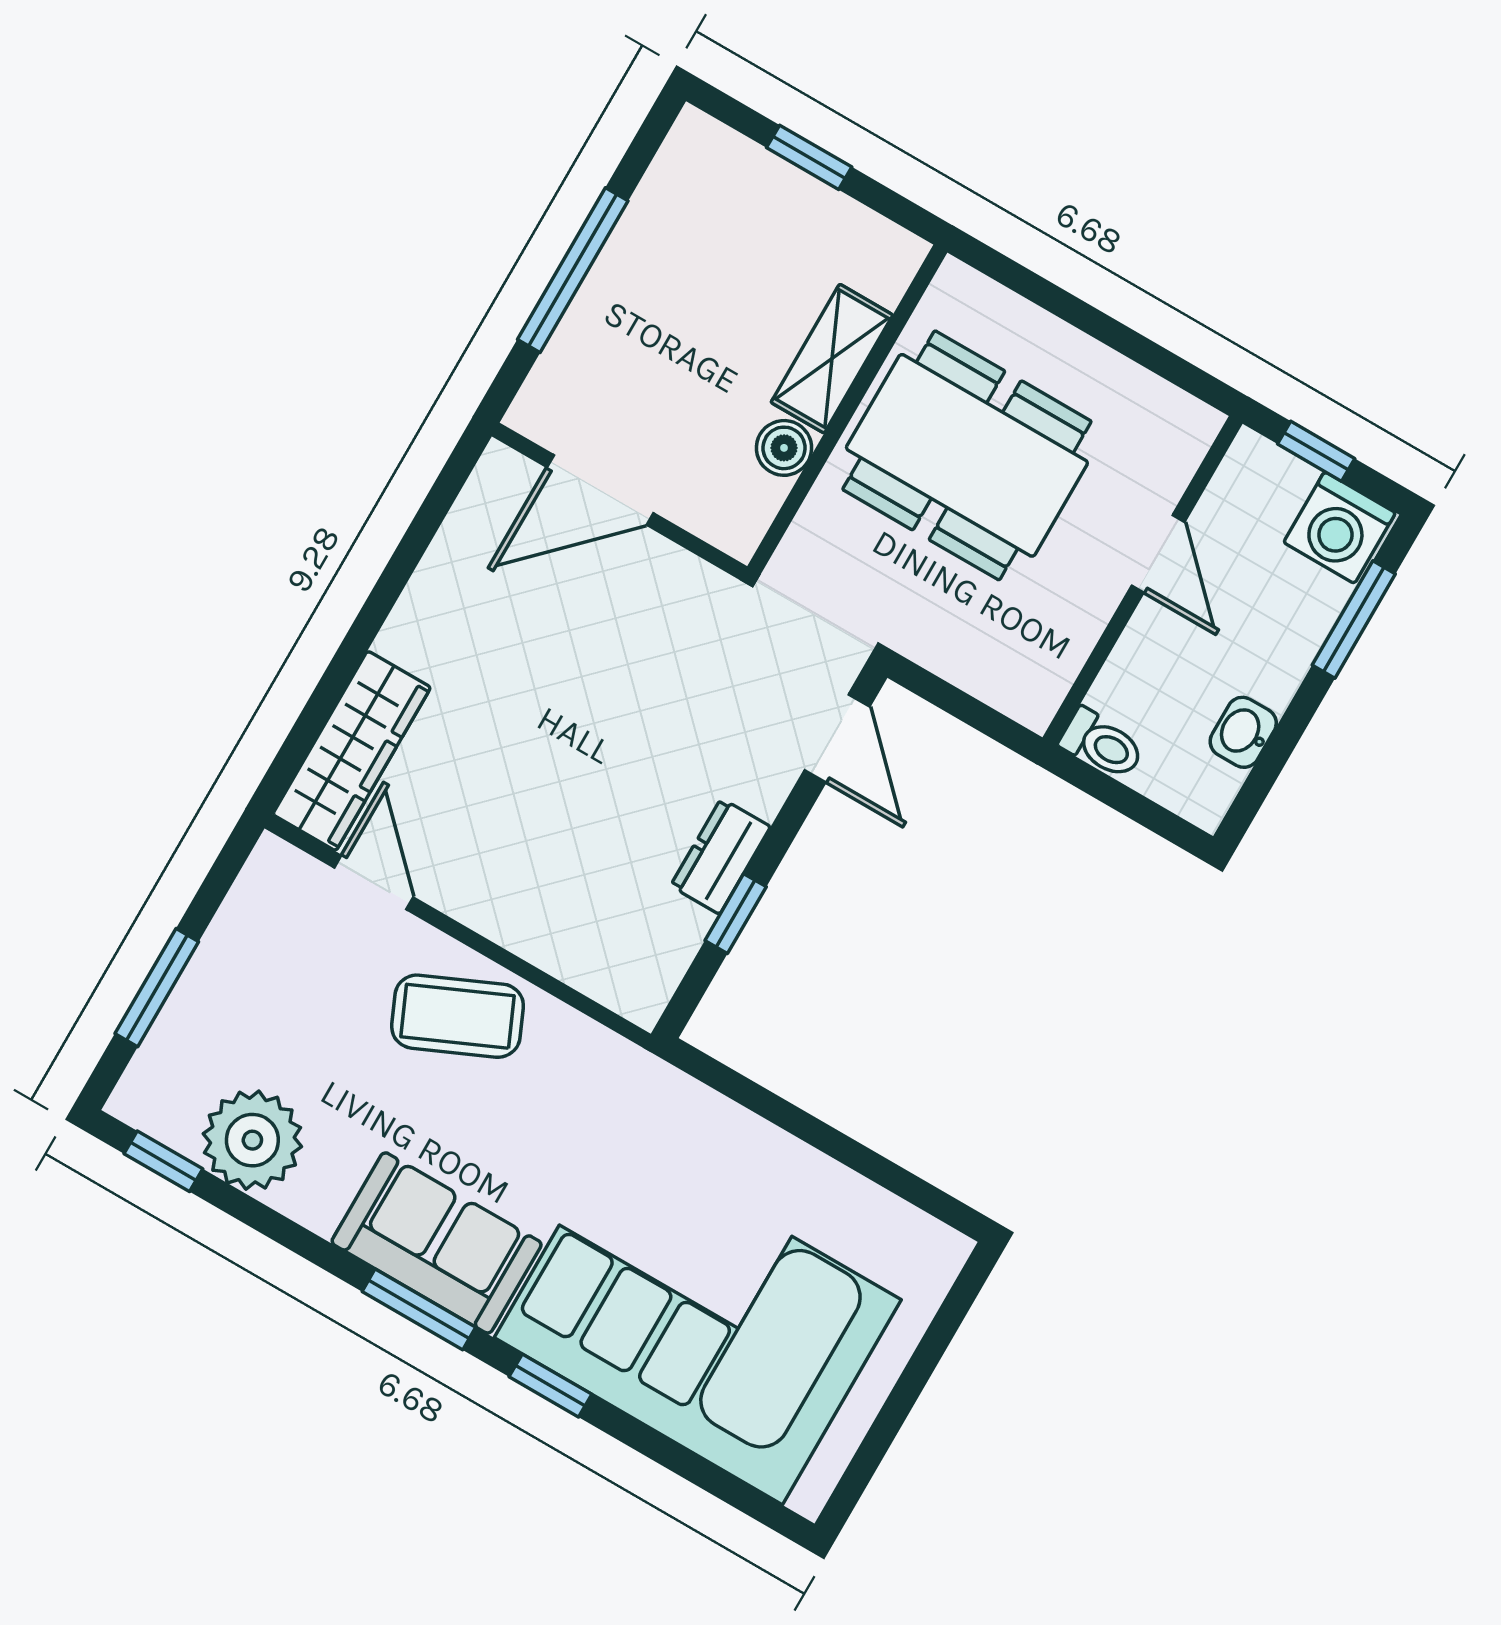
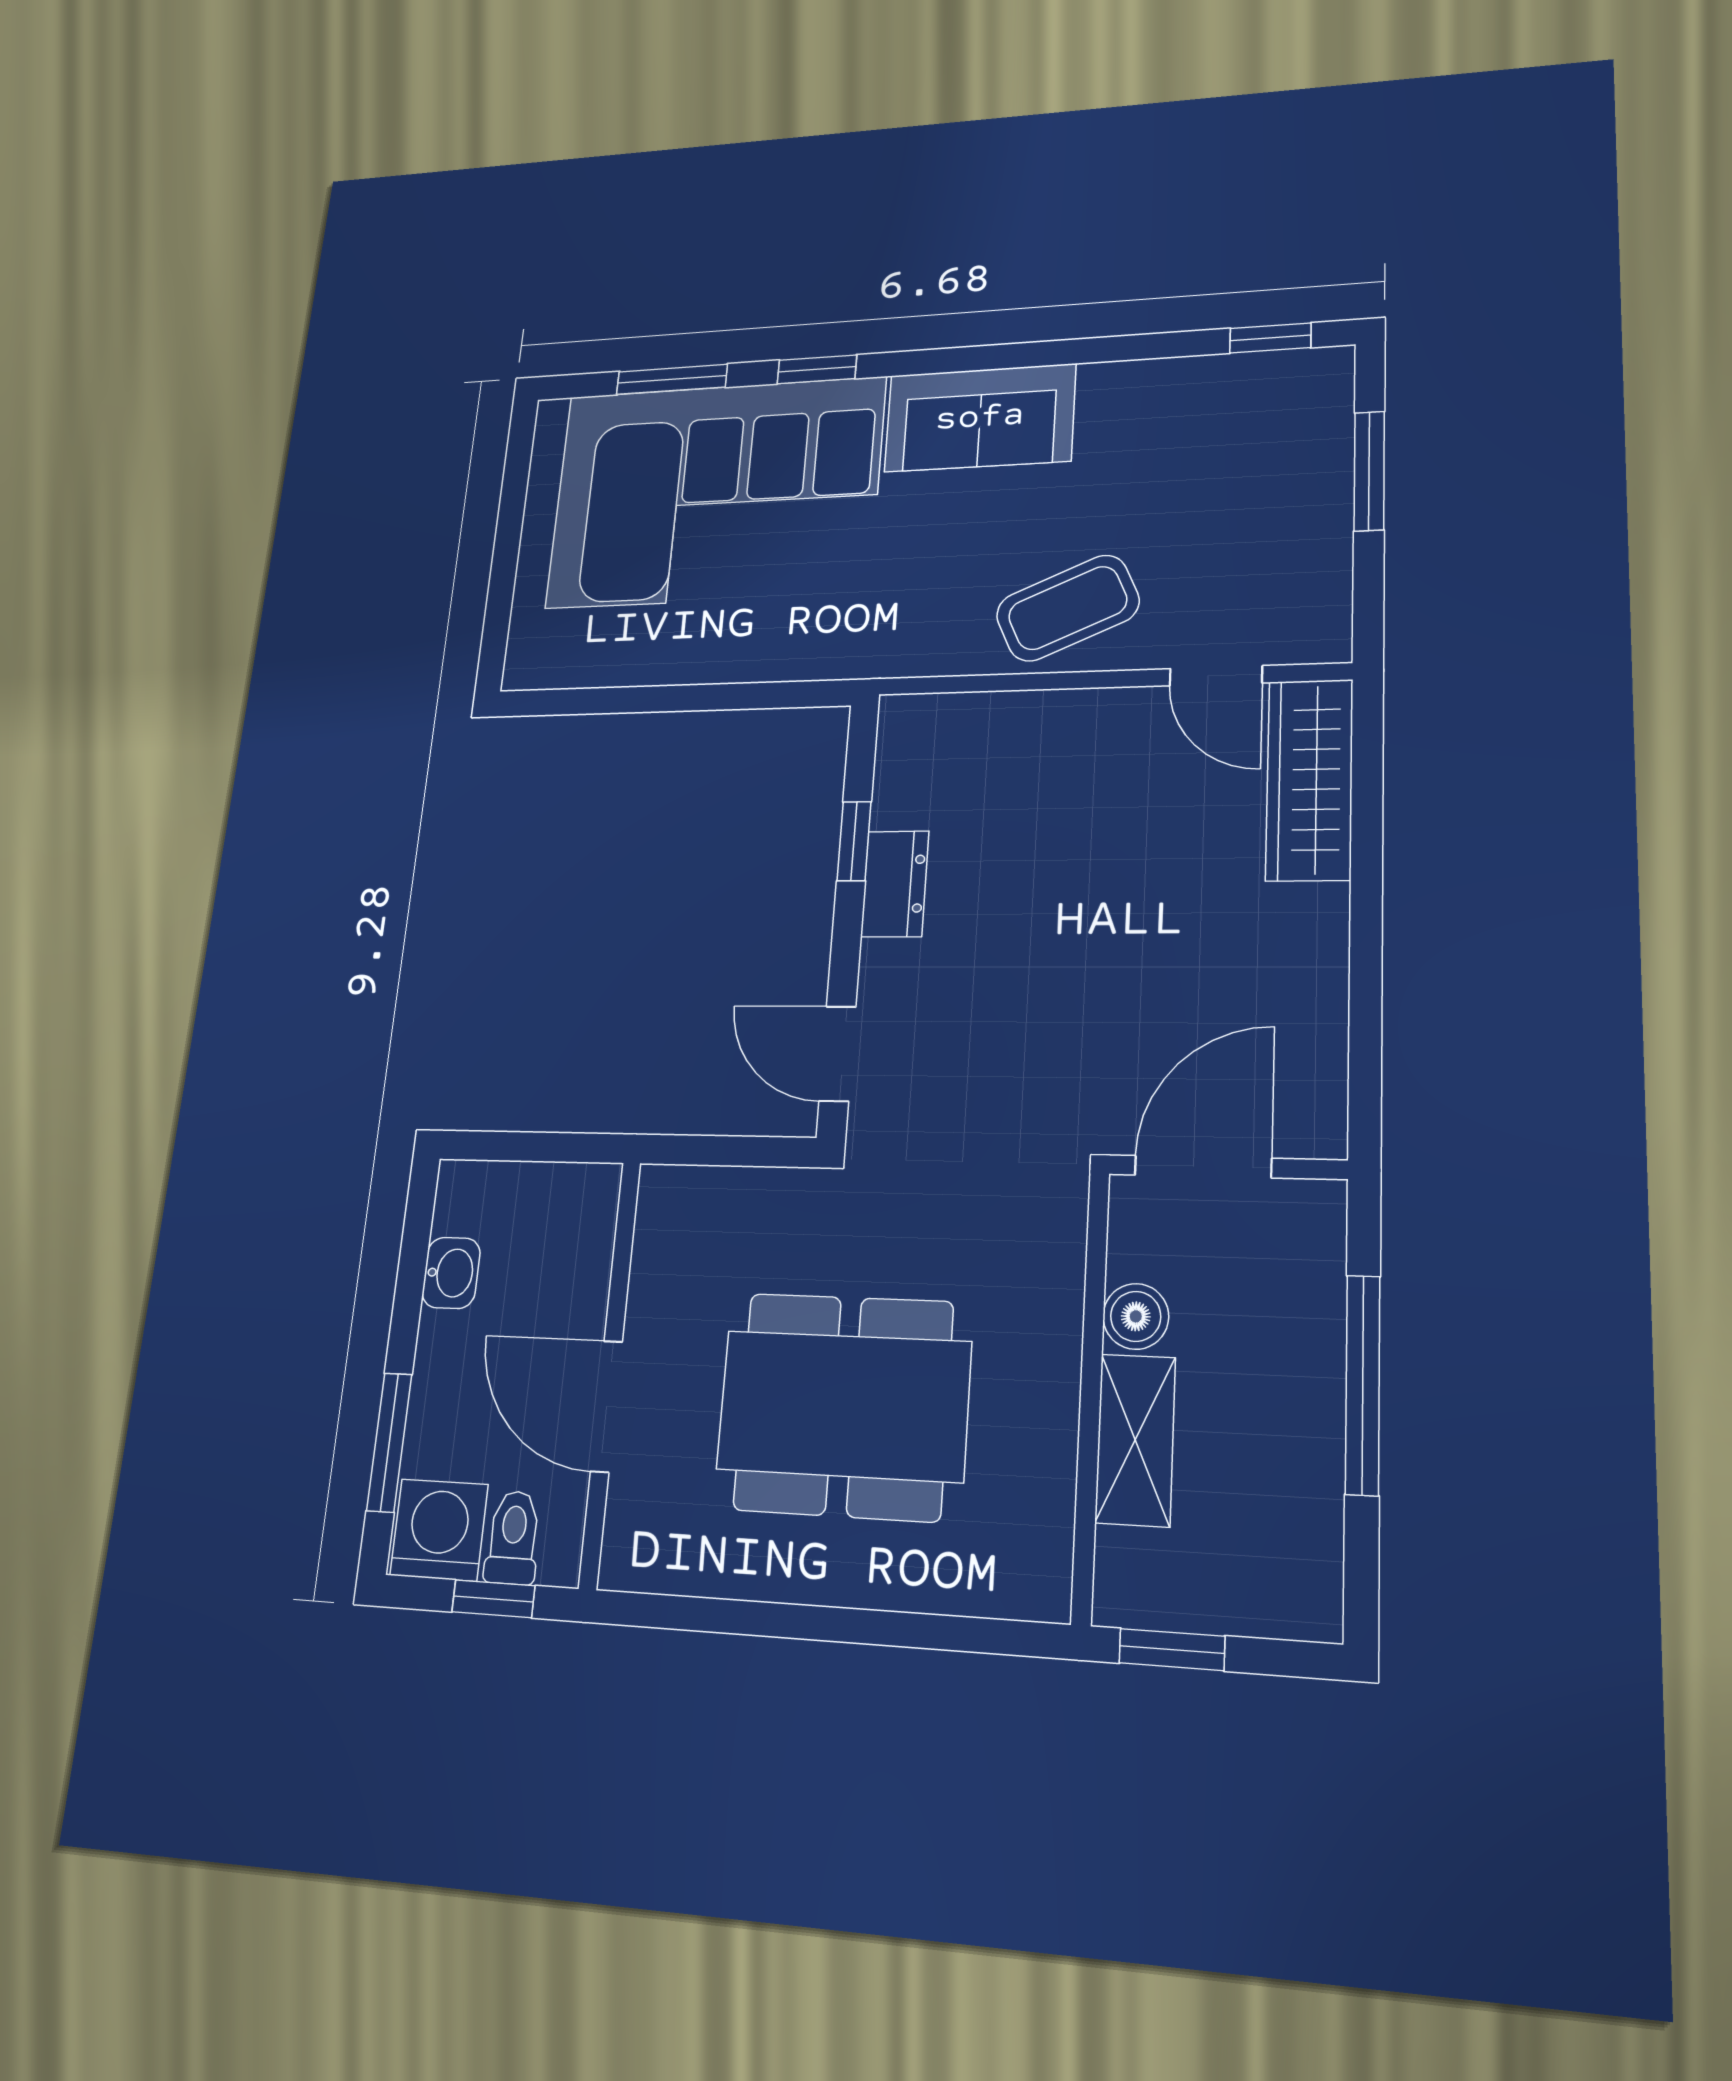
shelving: (832, 359) -> (1135, 1440), moved
wall: (847, 409) -> (1091, 1393), moved
boiler: (784, 448) -> (1136, 1316), moved
door: (1158, 554) -> (606, 1406), width x1.38
toilet: (1102, 744) -> (513, 1537), moved, turned 90
plant: (252, 1140) -> (1198, 401), removed
window: (419, 1309) -> (672, 379), moved

